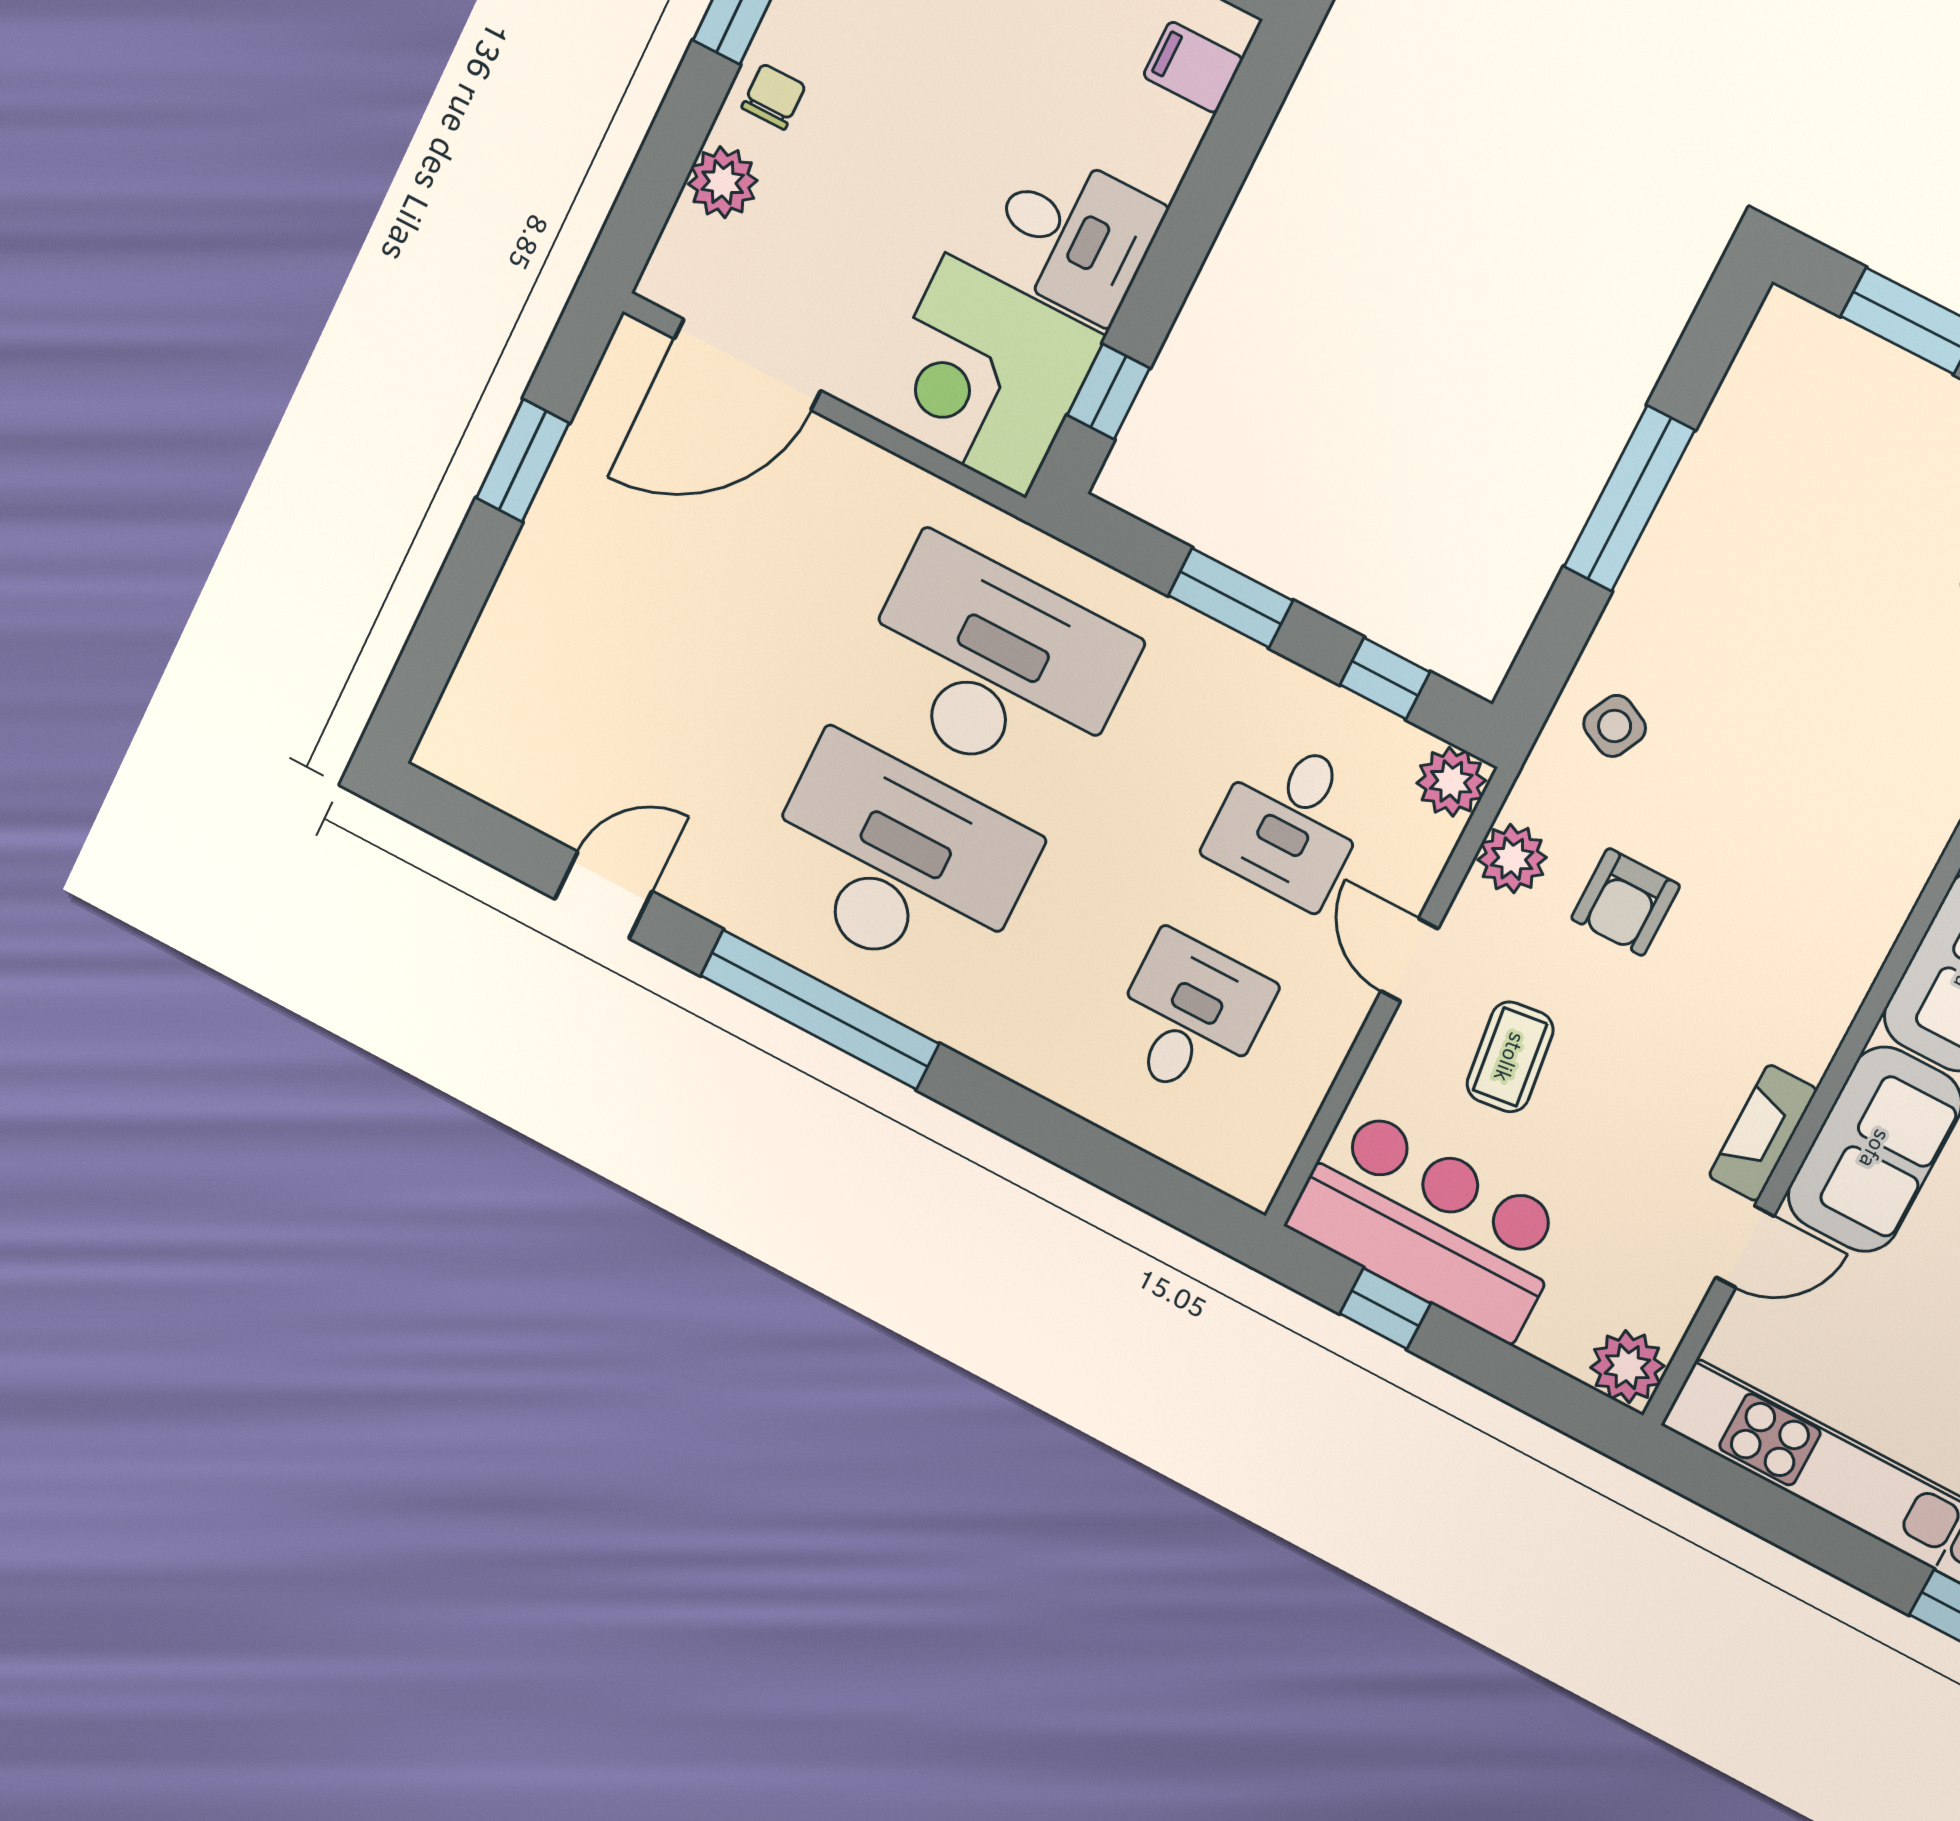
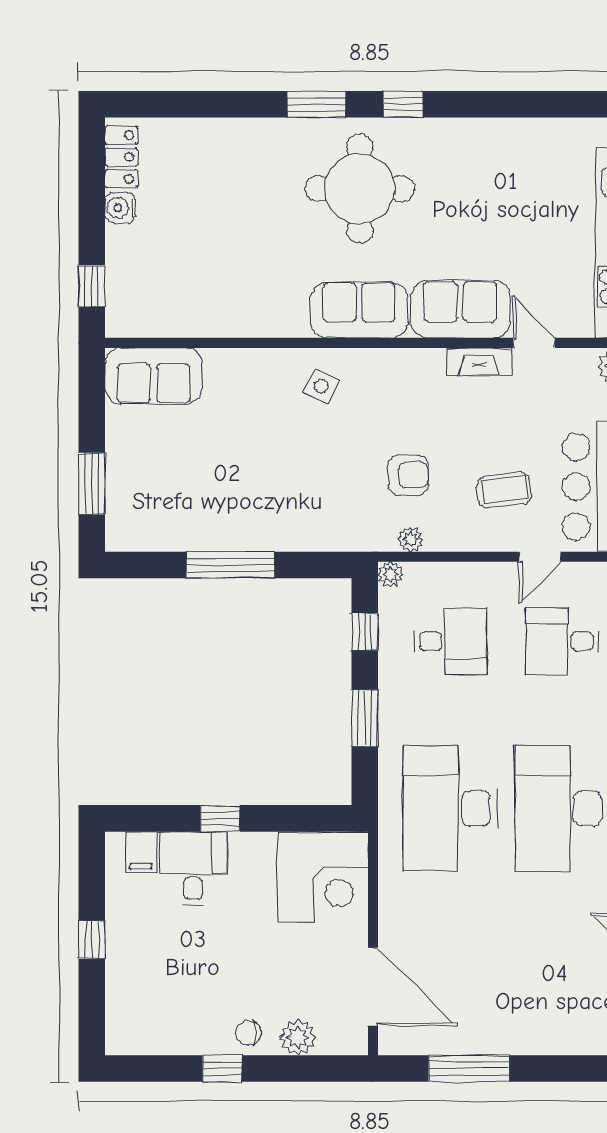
desk: (1074, 235) -> (193, 868), moved
window: (1108, 392) -> (220, 818), moved
window: (523, 461) -> (469, 1068), width x1.44
side table: (1615, 726) -> (321, 386), moved
plant: (1451, 782) -> (391, 574), width x0.73, depth x0.73
plant: (1512, 859) -> (411, 539), width x0.73, depth x0.73
door: (1409, 960) -> (540, 557), moved

